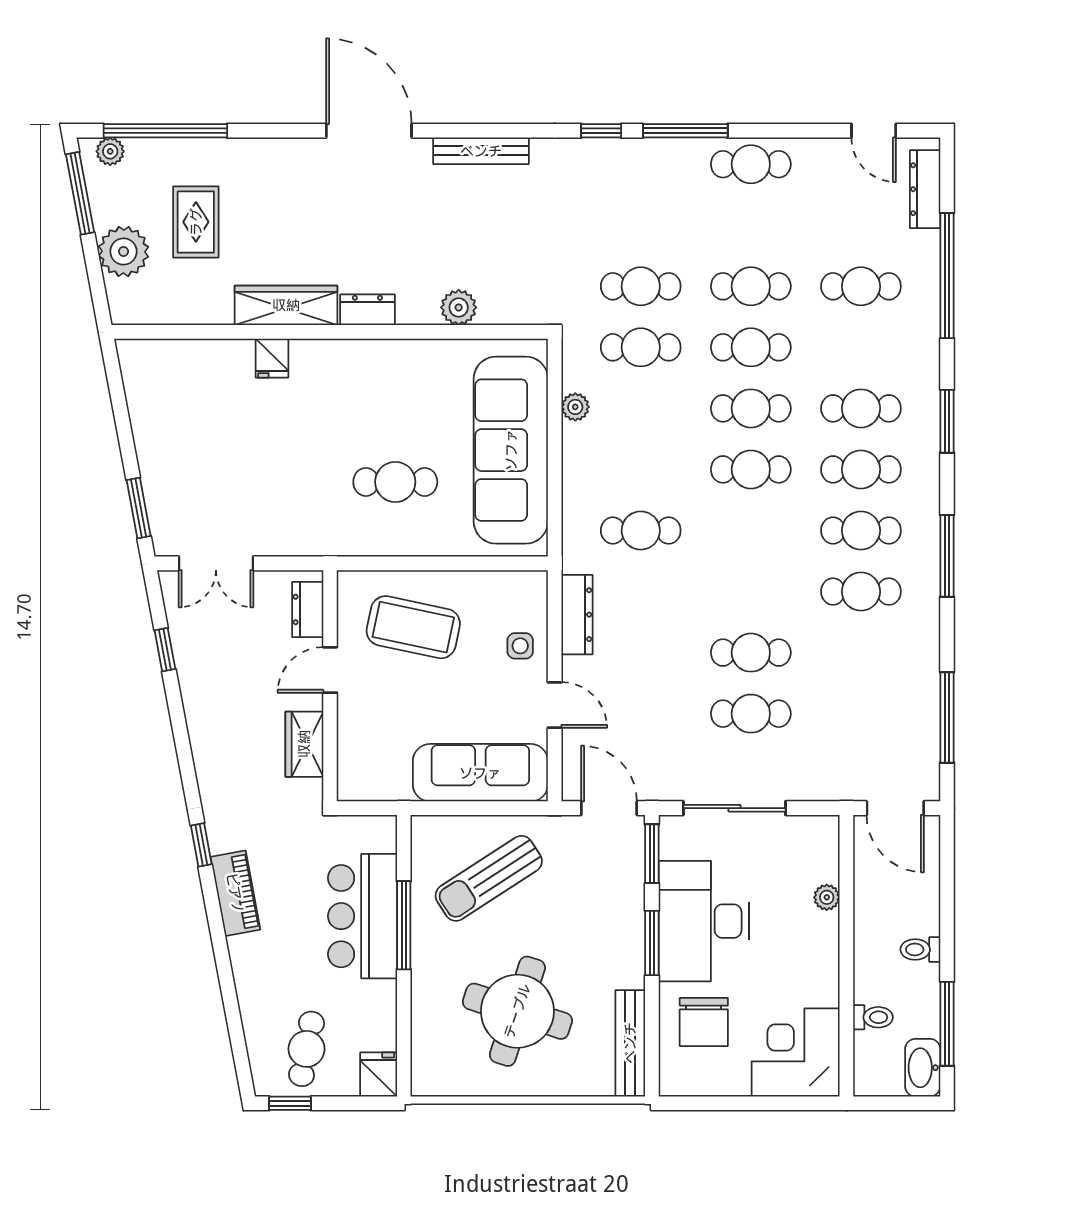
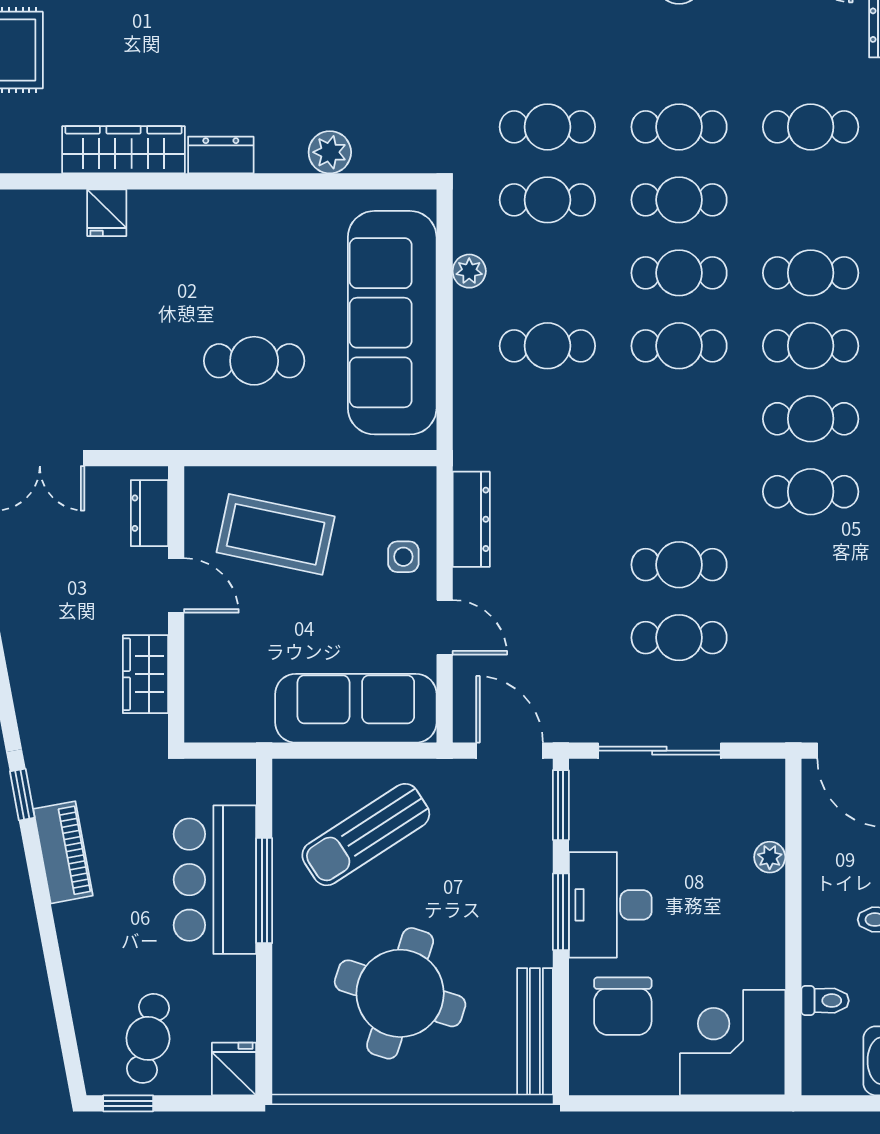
cafe table: (641, 530) -> (547, 346), moved
door: (330, 670) -> (176, 585), swing flipped
desk: (704, 921) -> (610, 905), width x0.73, depth x0.77

